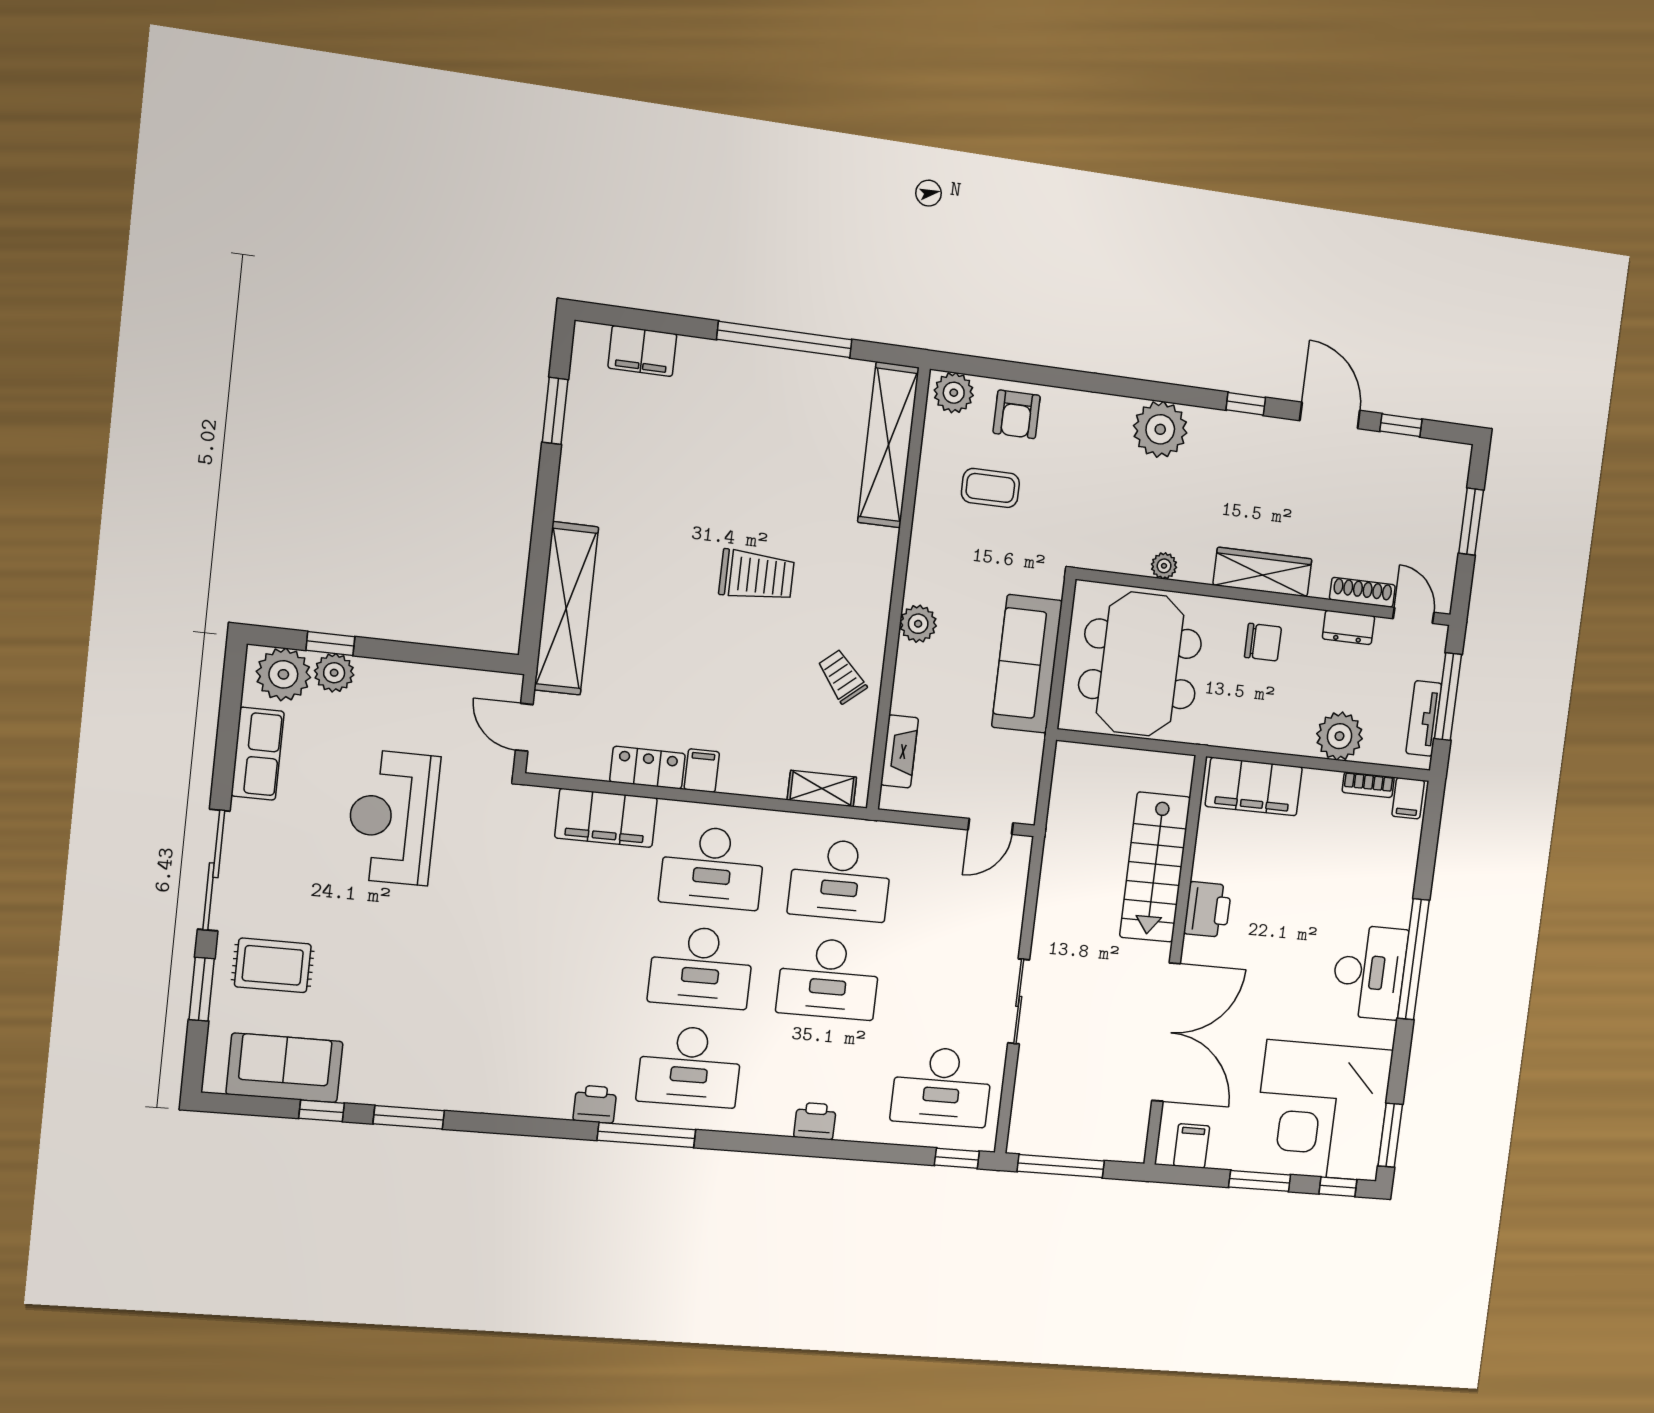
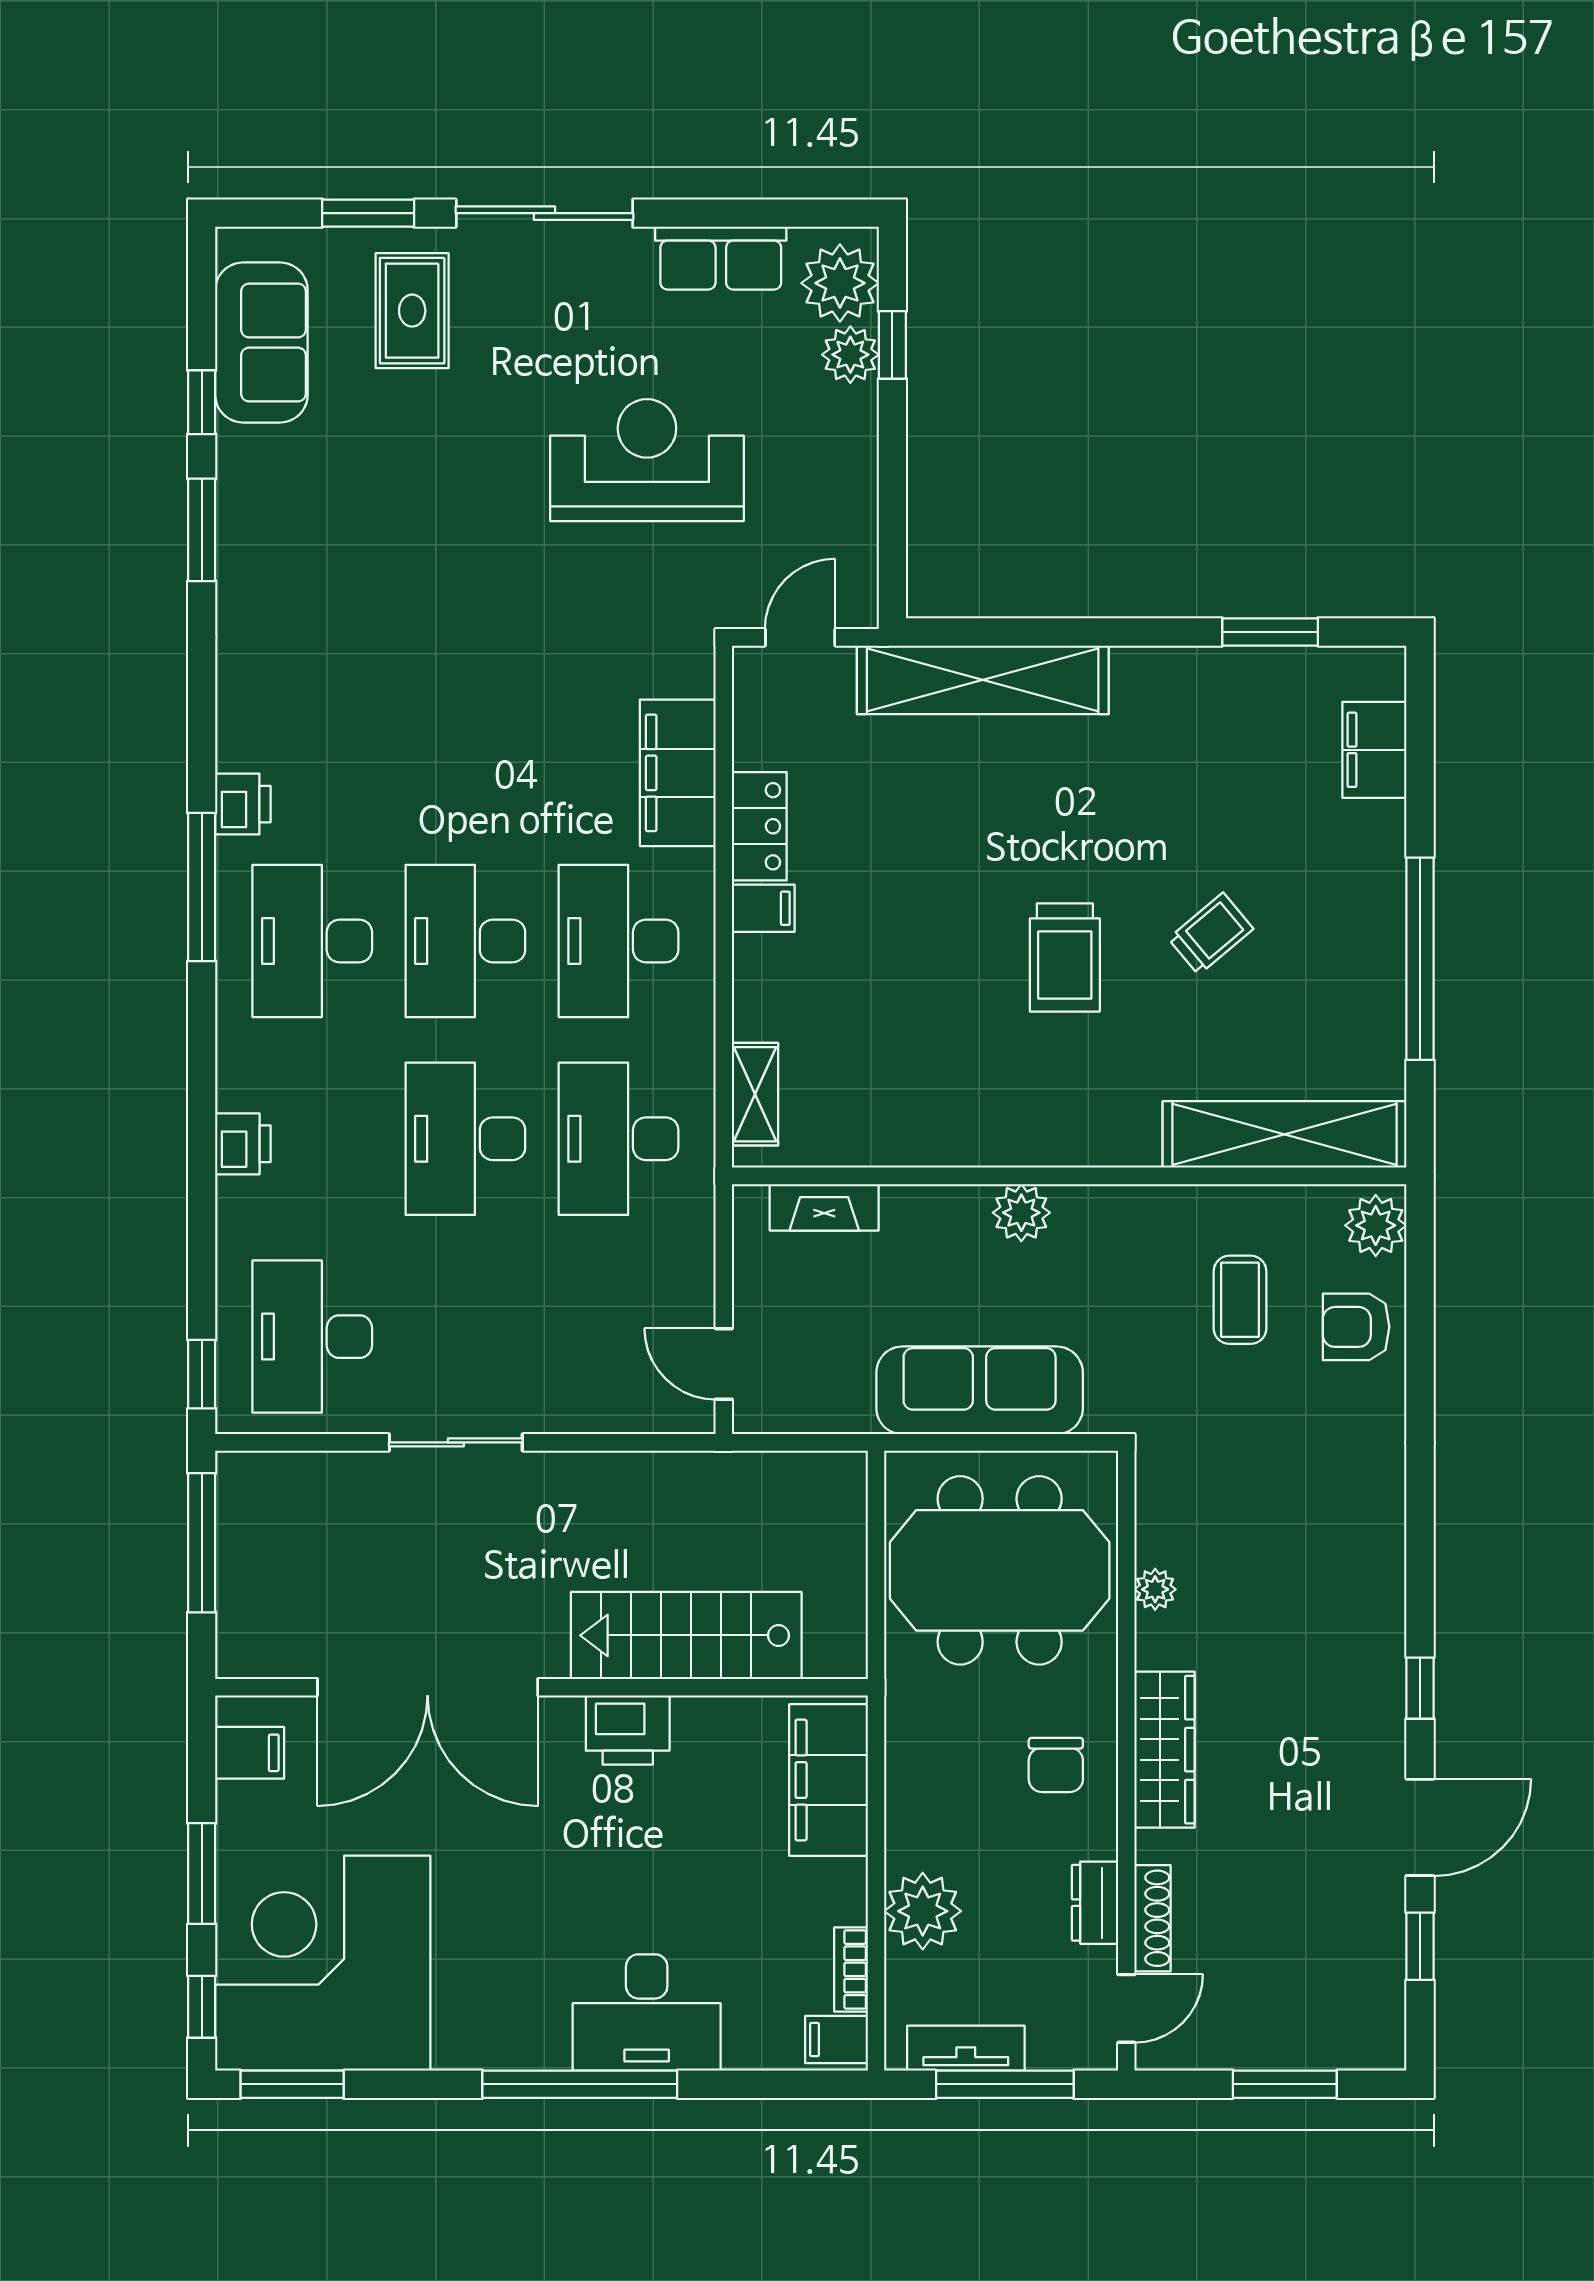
plant: (1160, 429) -> (1363, 1556), removed
trolley: (842, 676) -> (1211, 934), moved
desk: (1369, 972) -> (647, 2012), moved

